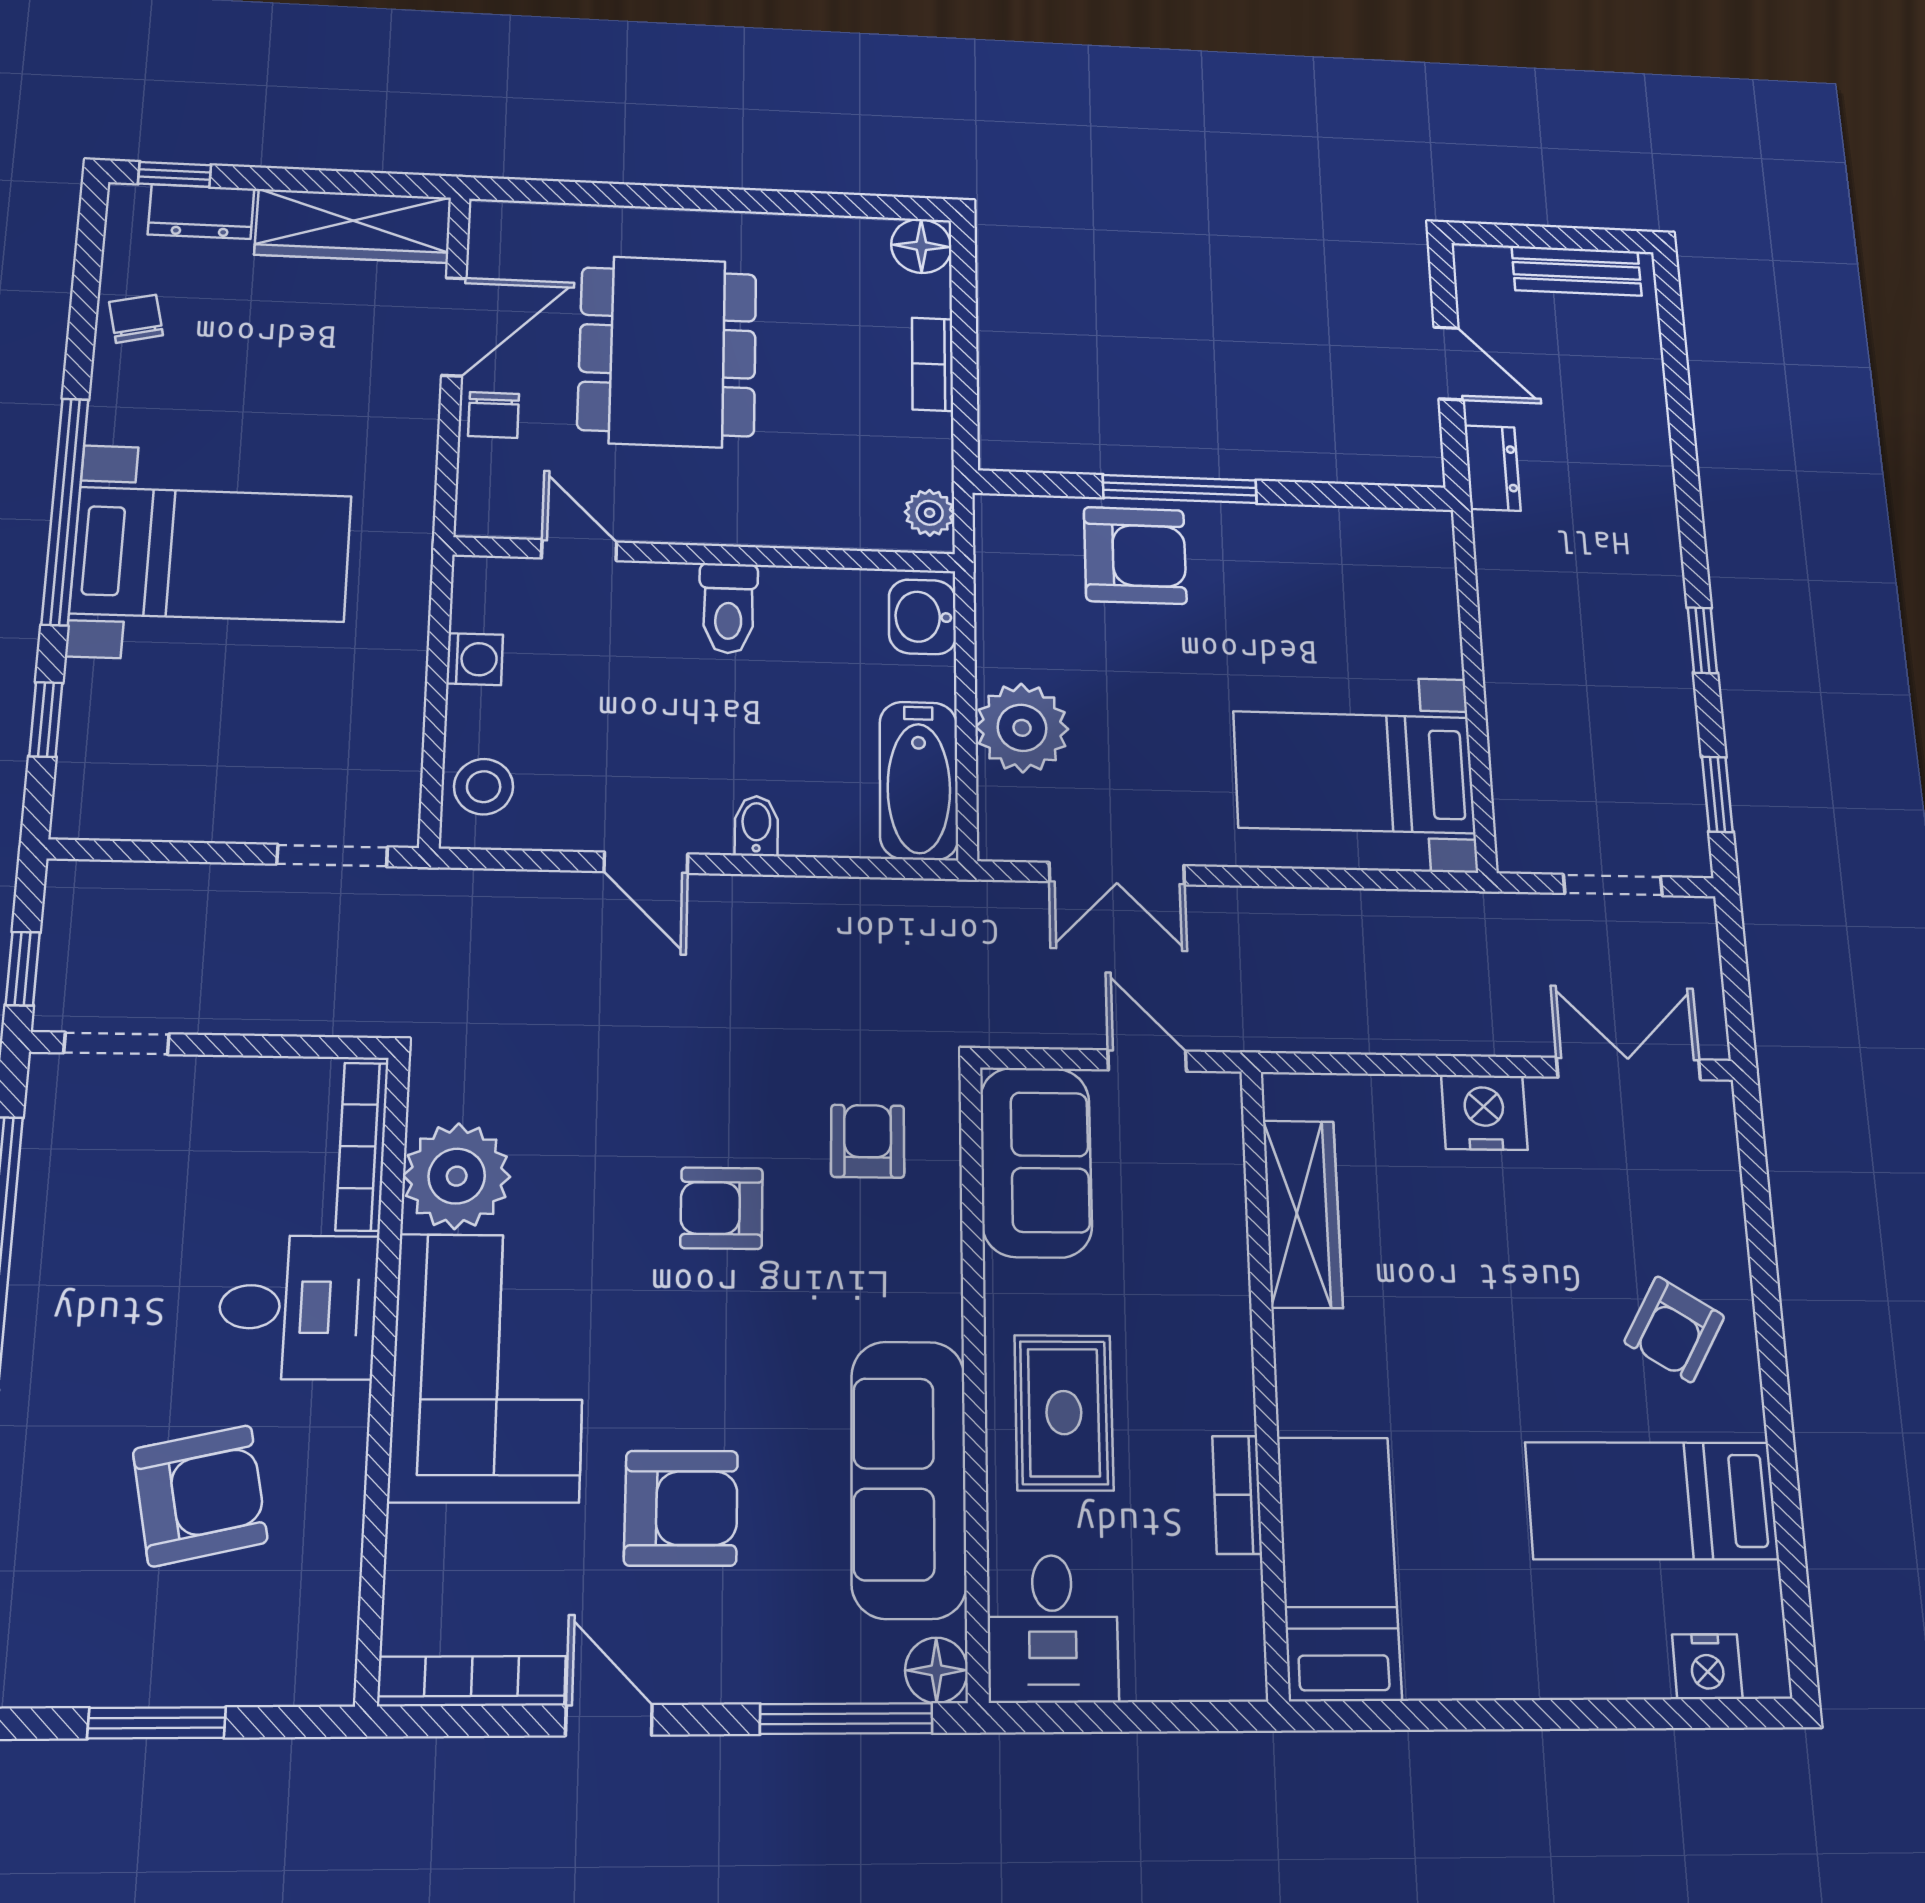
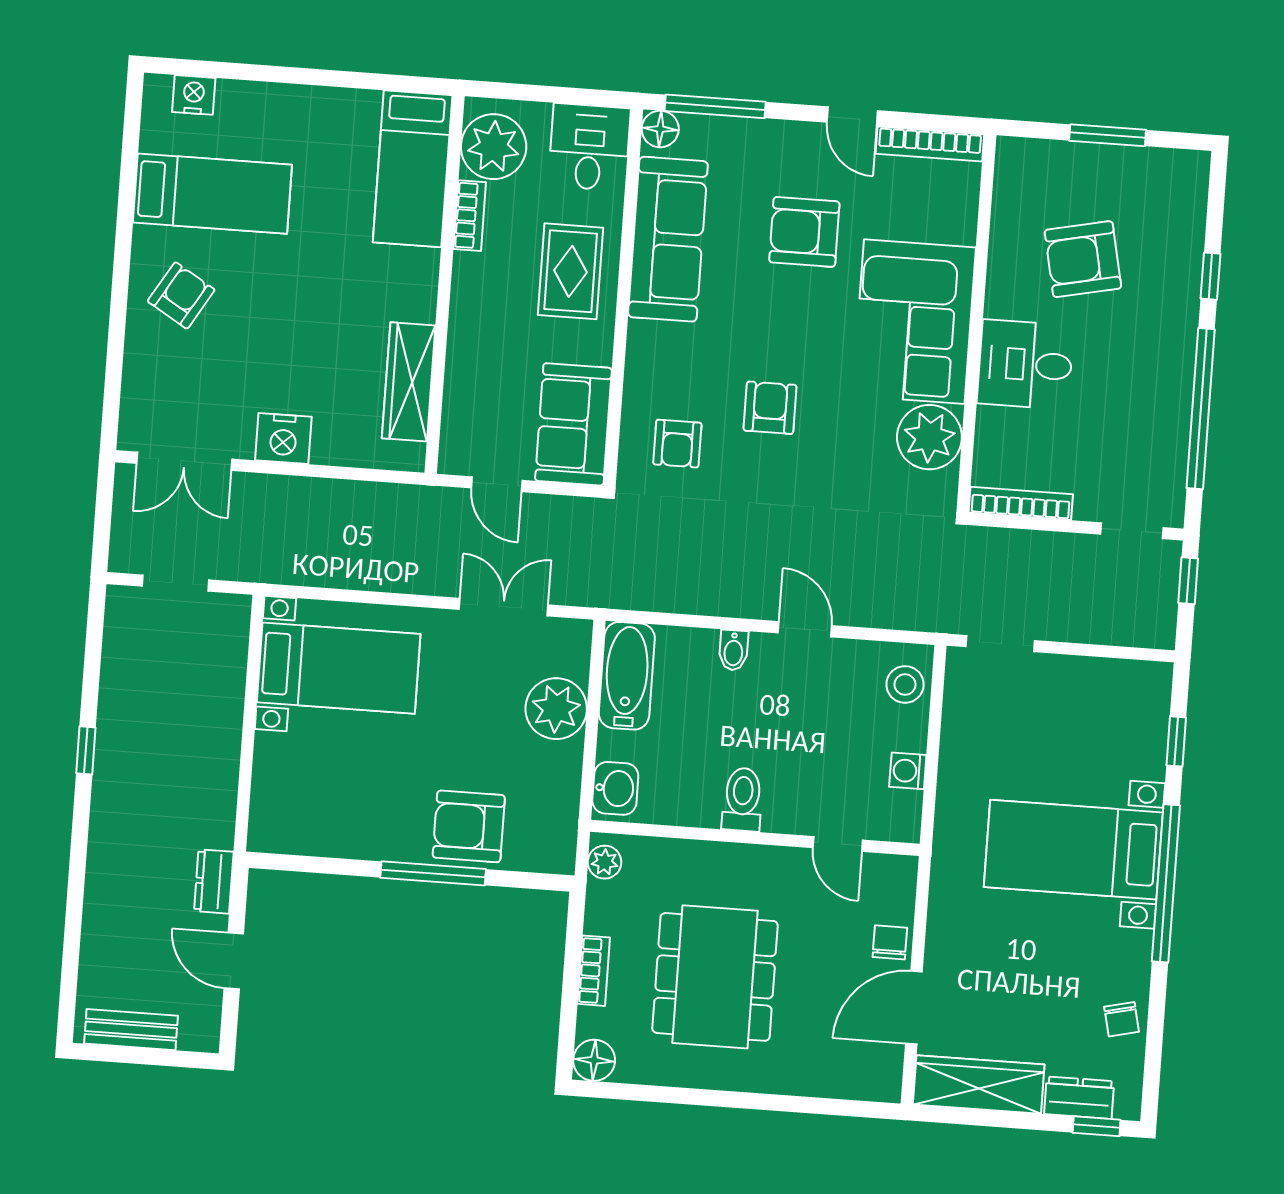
dining table: (667, 351) -> (715, 977), moved
window: (1717, 794) -> (94, 642), removed
bookcase: (362, 1146) -> (1021, 503), moved, turned -90
armchair: (722, 1208) -> (770, 408), turned -90
plant: (1211, 1617) -> (494, 147), added

